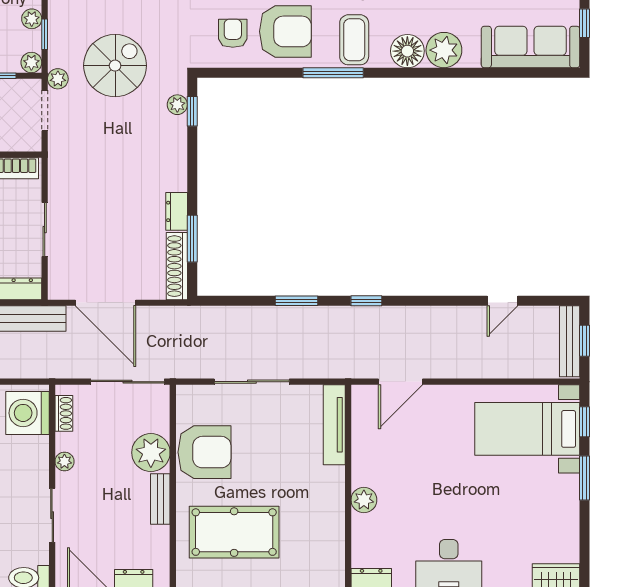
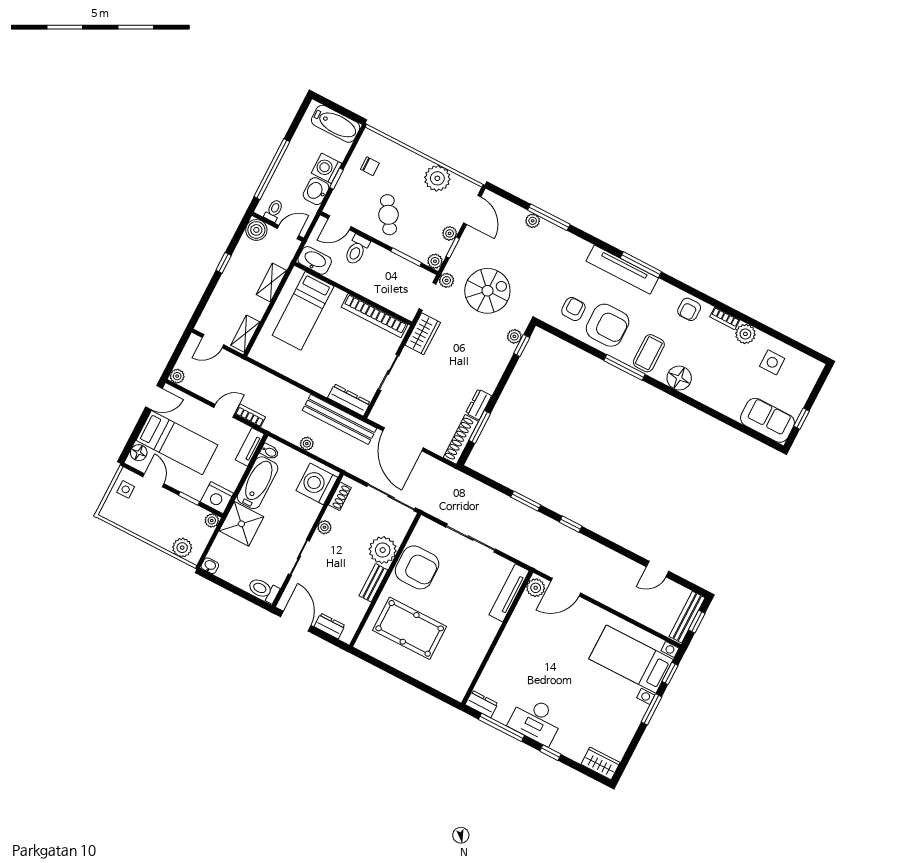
sofa: (531, 47) -> (768, 420), width x0.73
plant: (444, 50) -> (703, 389), removed
wardrobe: (62, 160) -> (423, 334), added
plant: (364, 500) -> (536, 588), moved

